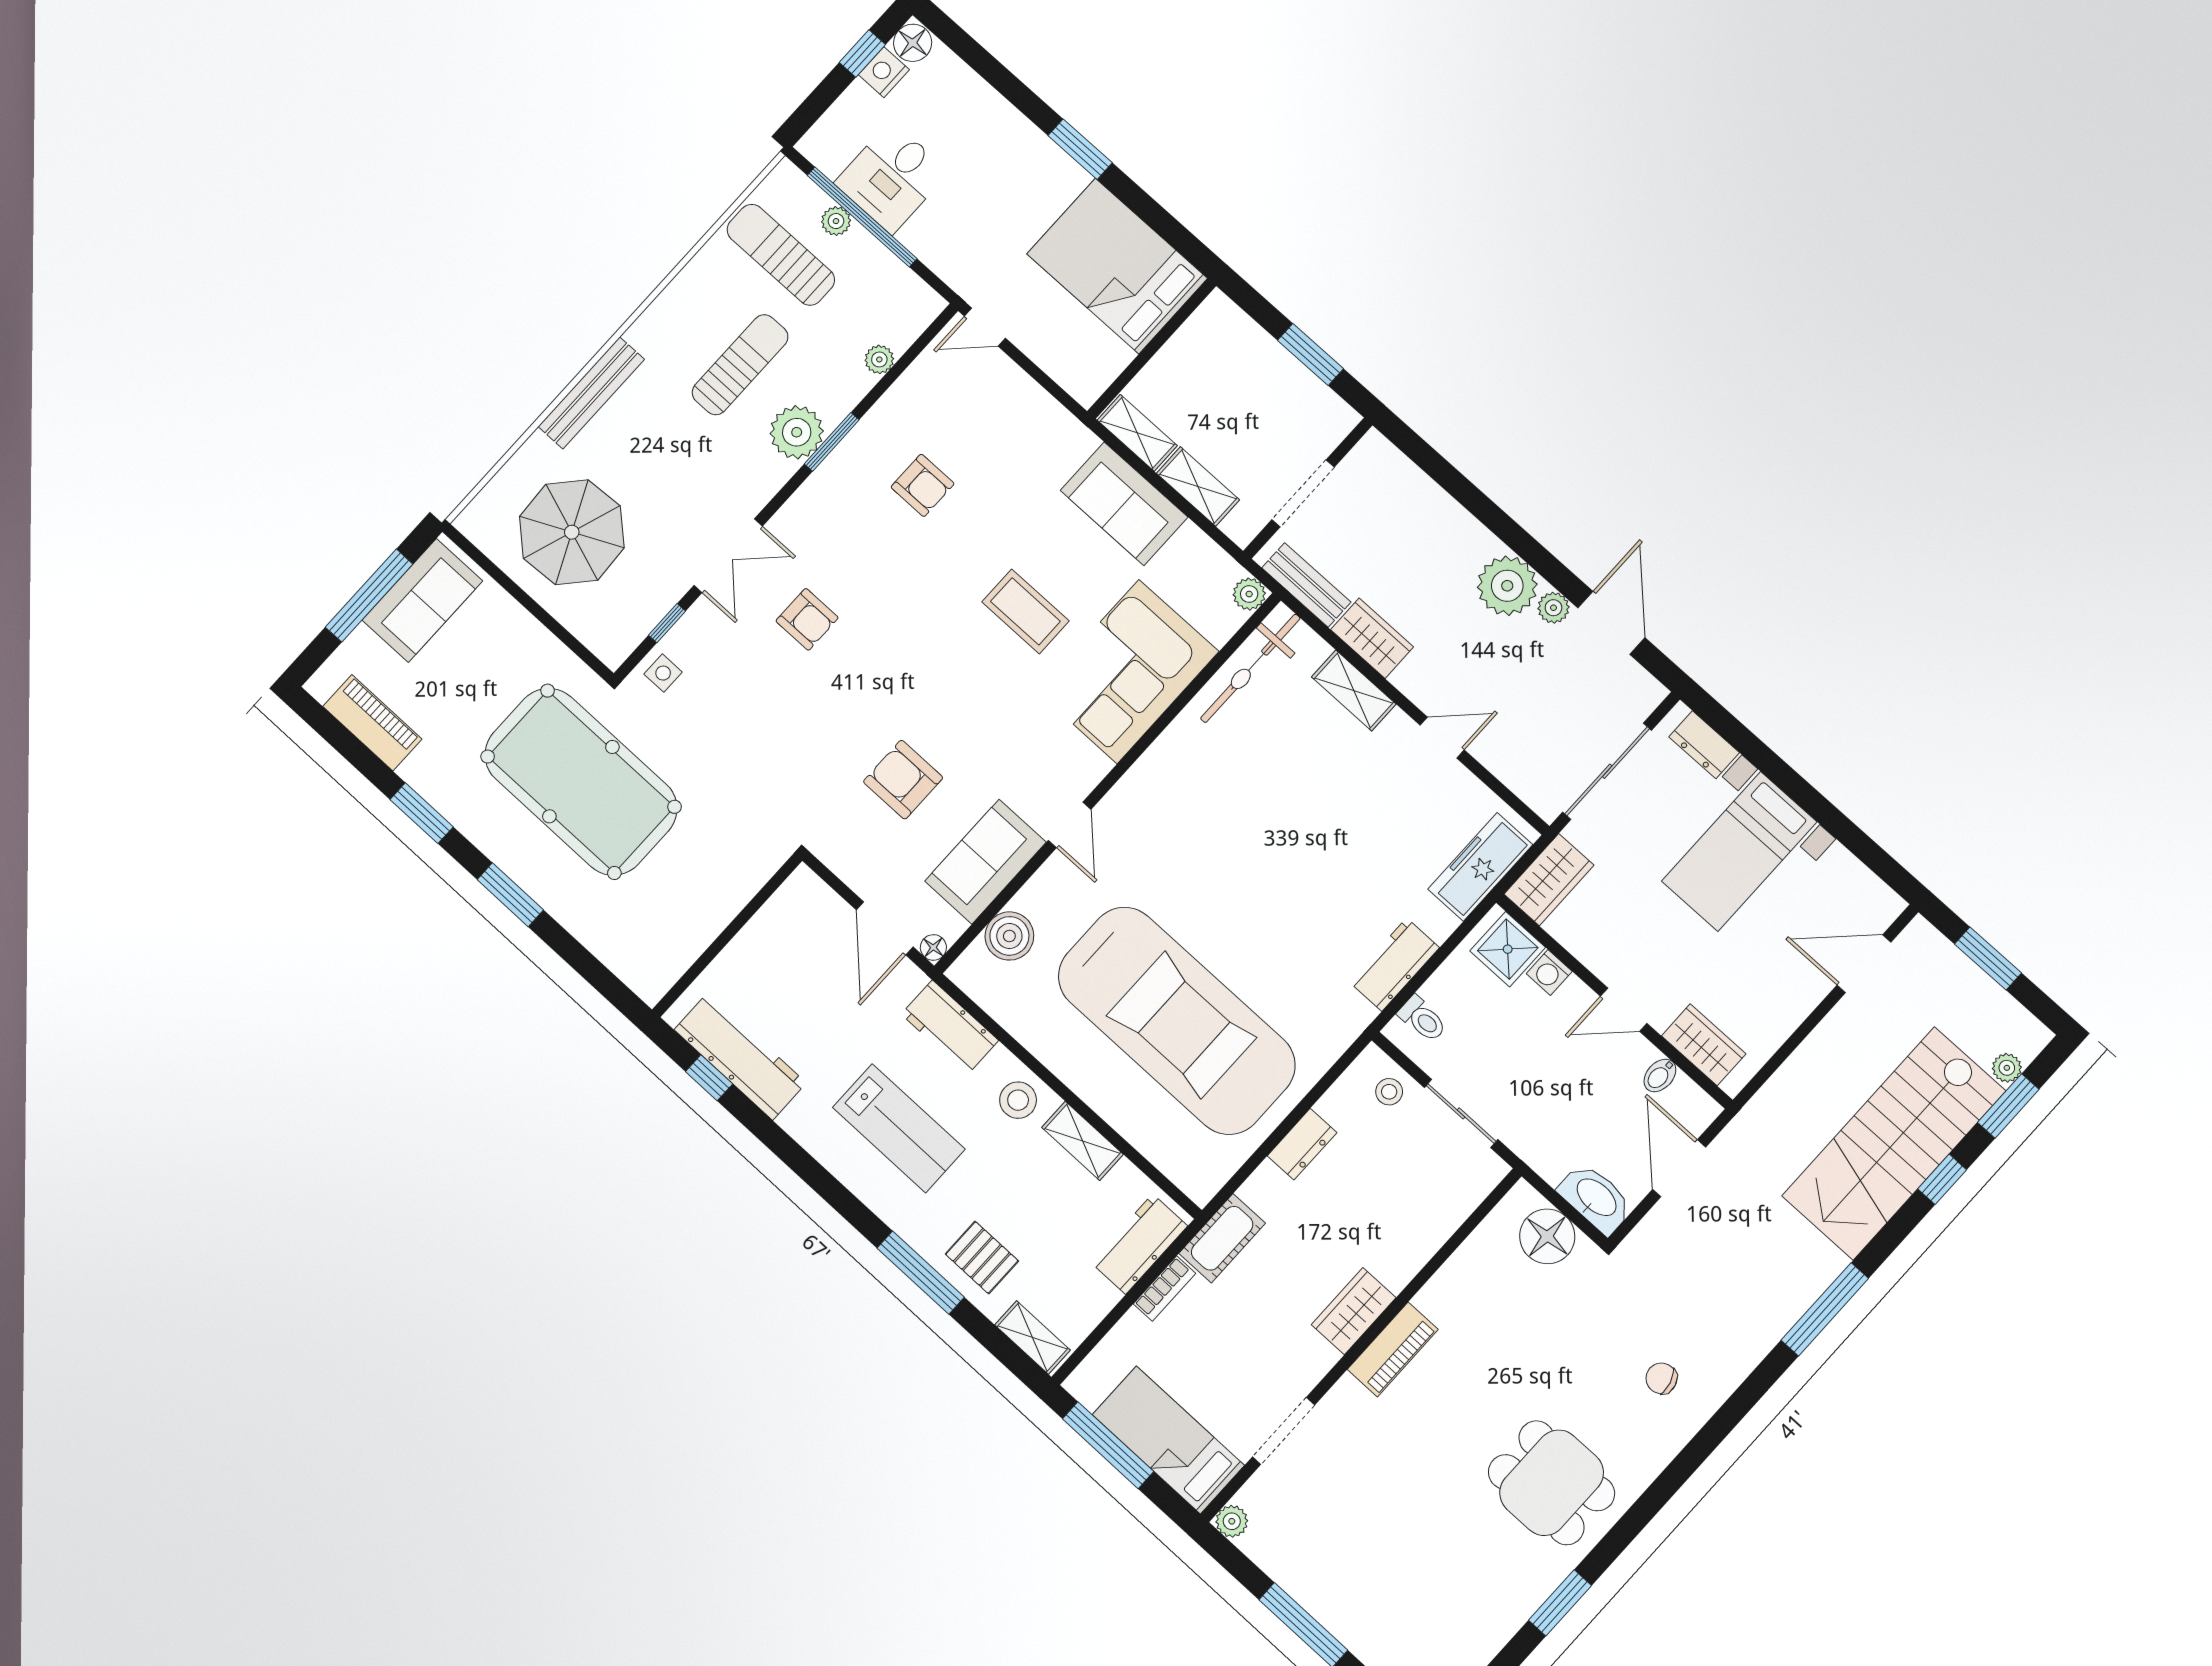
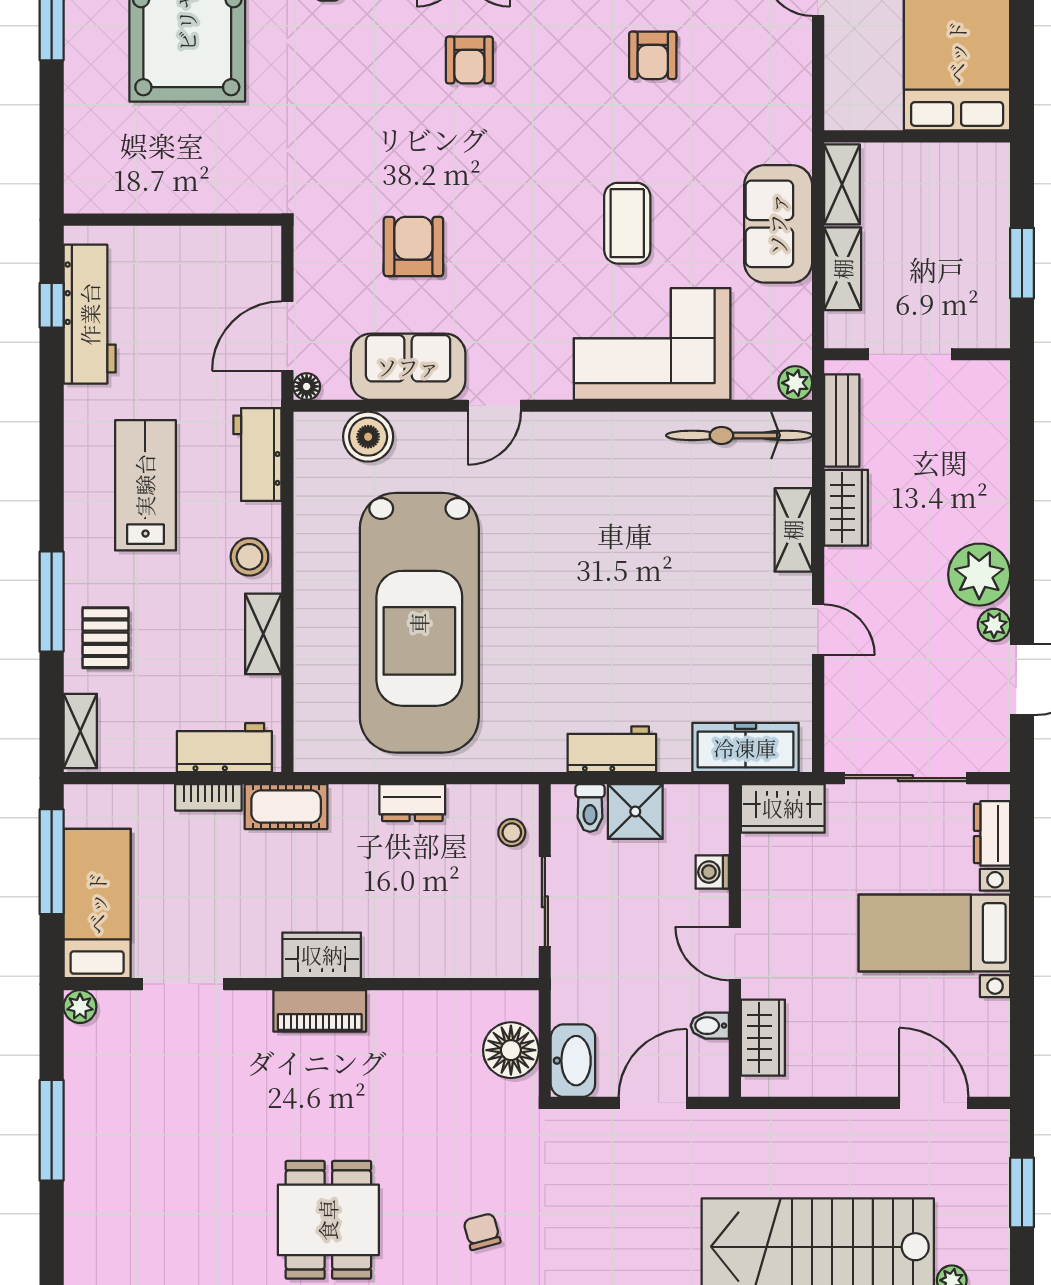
shower: (1508, 949) -> (635, 811), moved
lab bench: (899, 1128) -> (145, 485), turned 180

